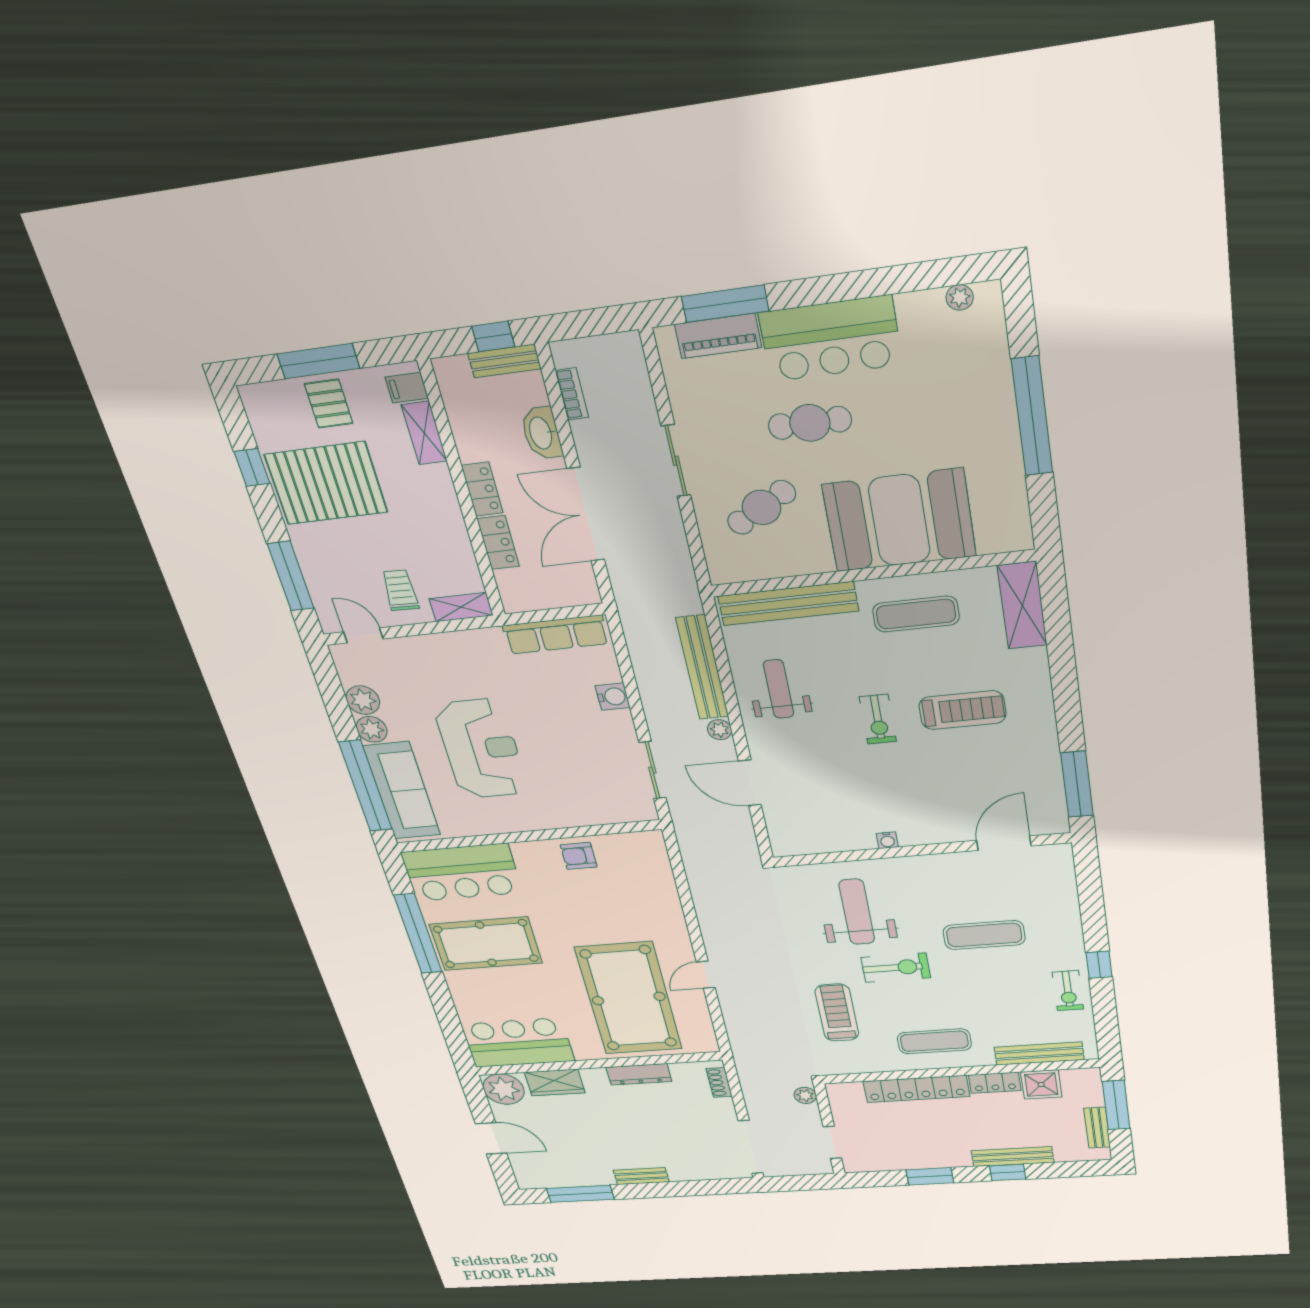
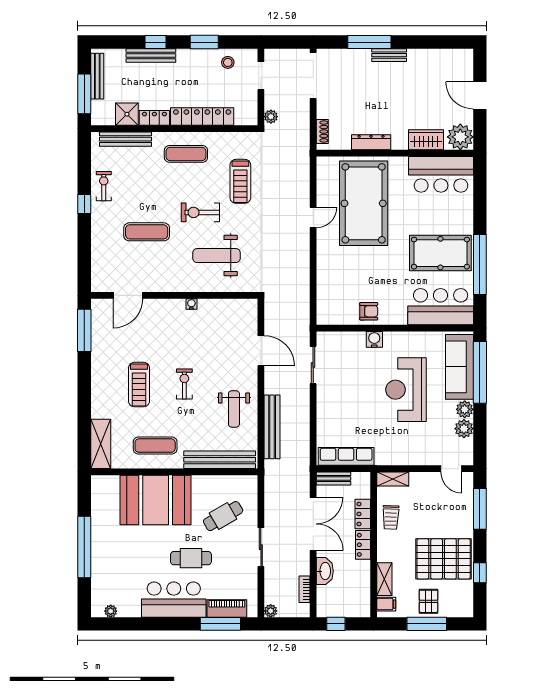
bench: (504, 361) -> (334, 478), moved
trolley: (400, 590) -> (391, 517), moved
water cooler: (613, 697) -> (374, 339), moved, turned 90
treadmill: (962, 710) -> (139, 385), turned -90
plant: (720, 730) -> (271, 611), moved
weight bench: (857, 912) -> (216, 256), turned 90
bench: (1097, 1128) -> (97, 76), width x1.36
stool: (888, 1155) -> (228, 62), added
window: (580, 1194) -> (369, 42), moved

